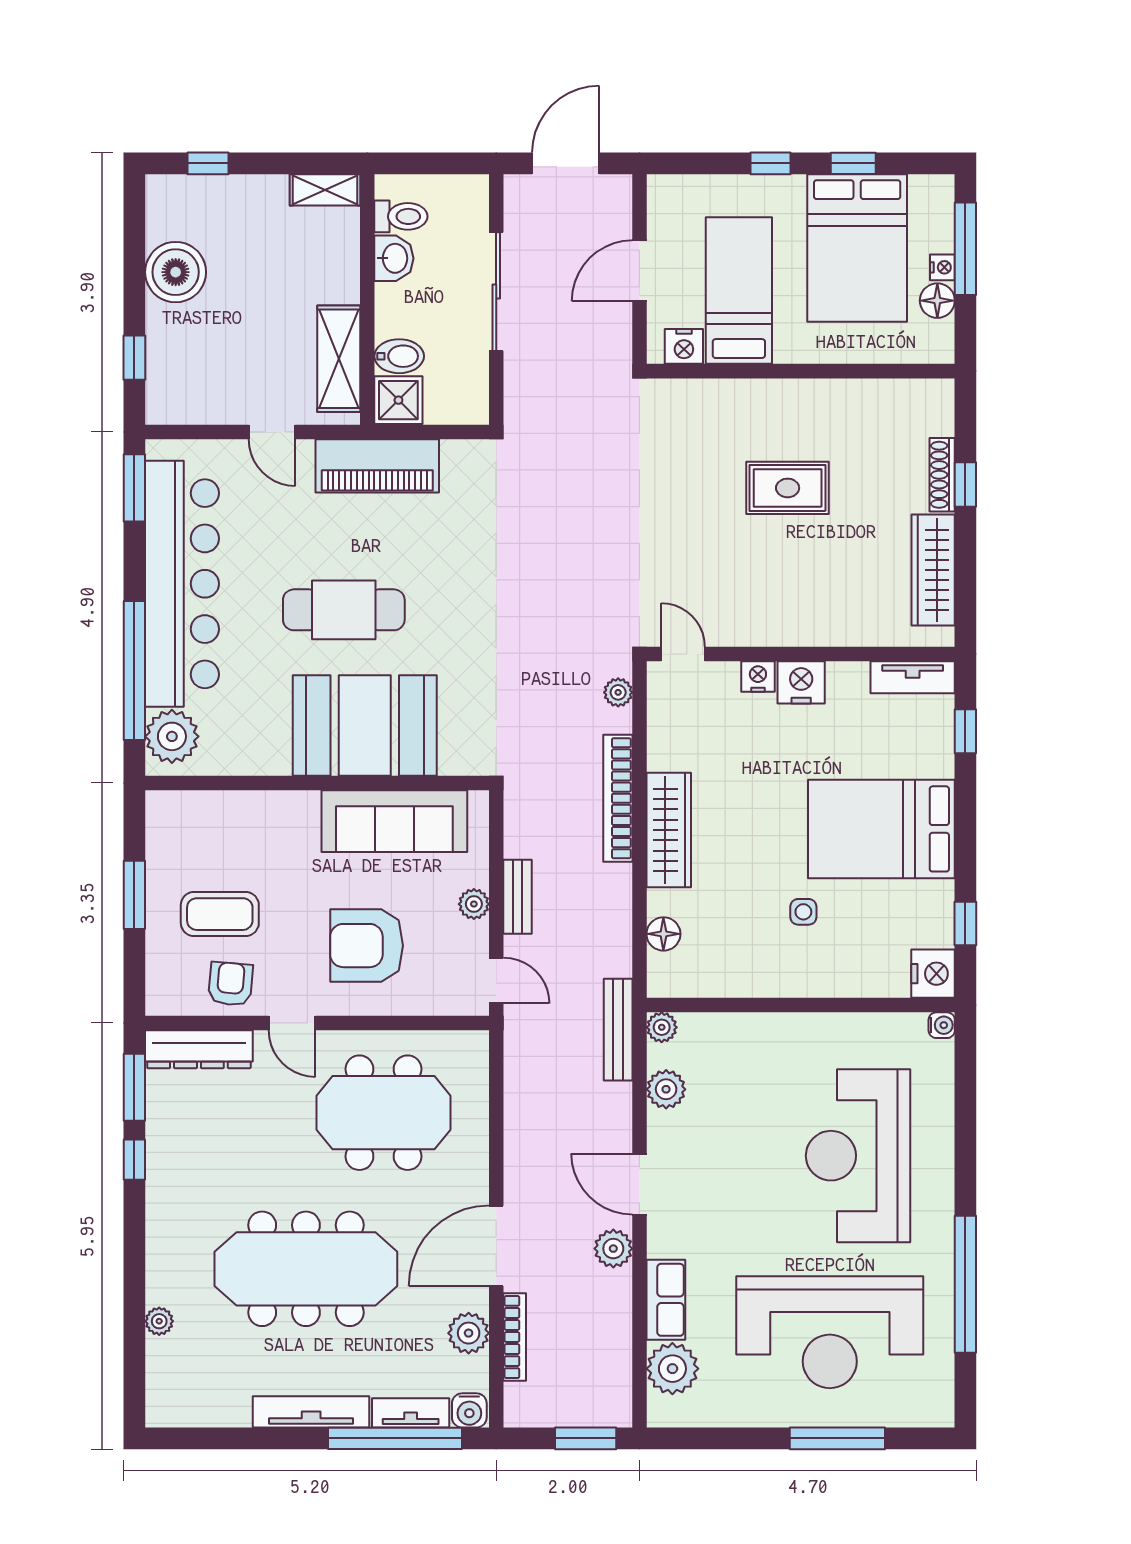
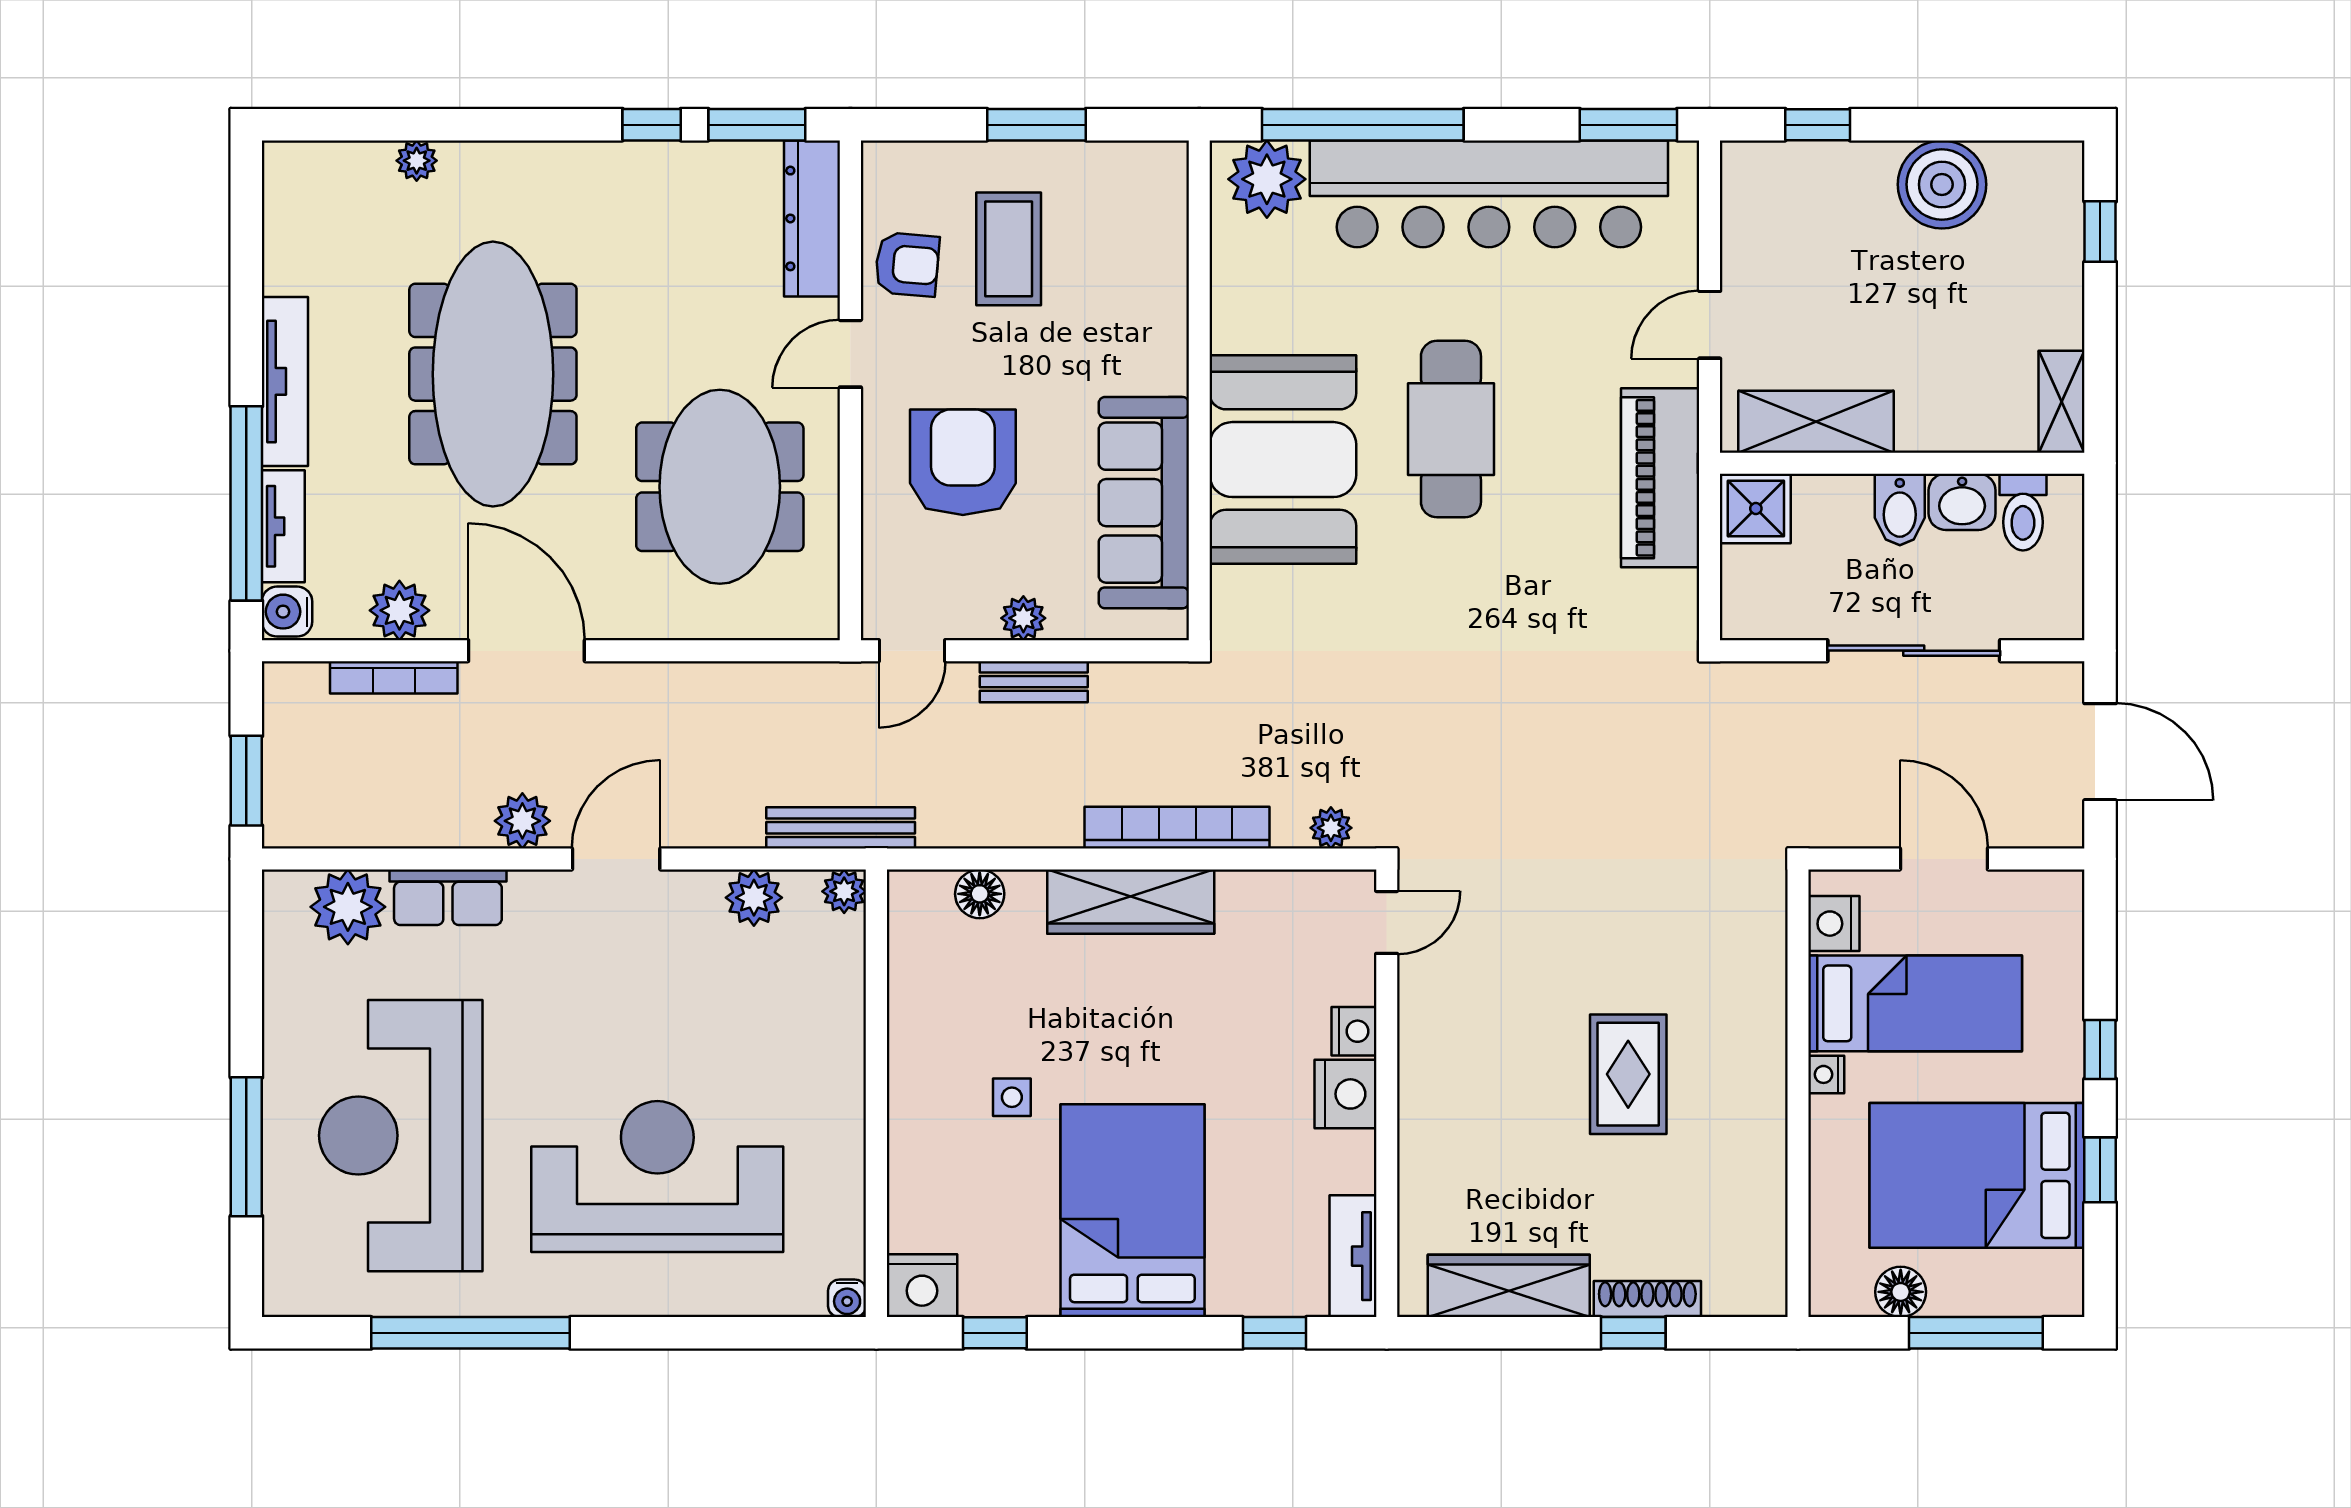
nightstand: (942, 267) -> (1826, 1074), moved, turned 90
bidet: (399, 356) -> (1900, 510), moved

